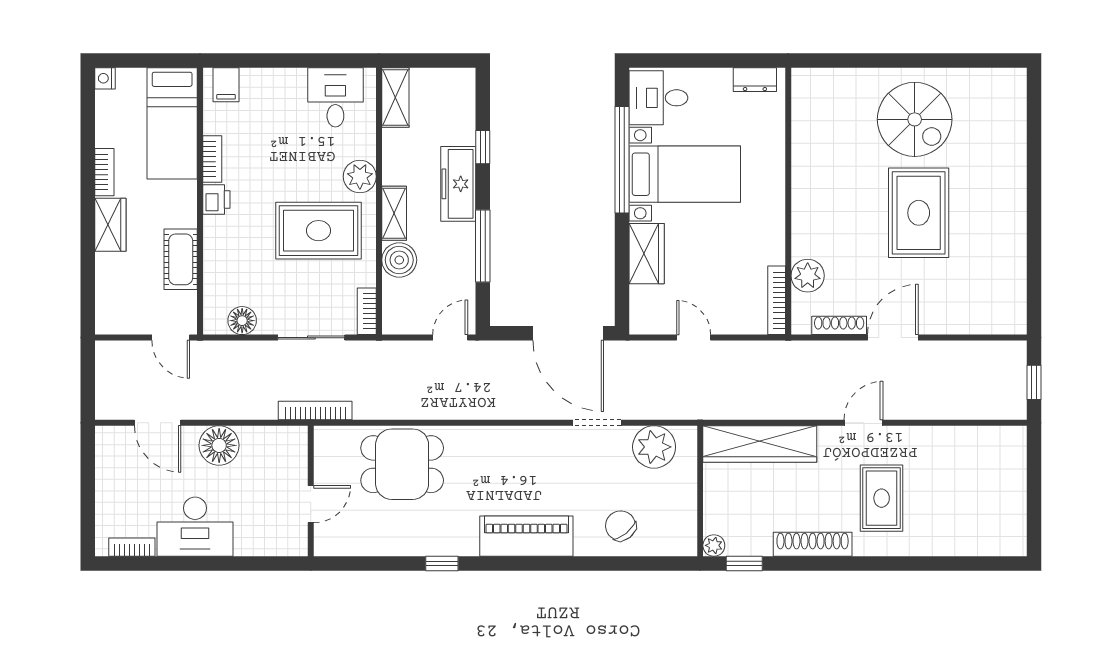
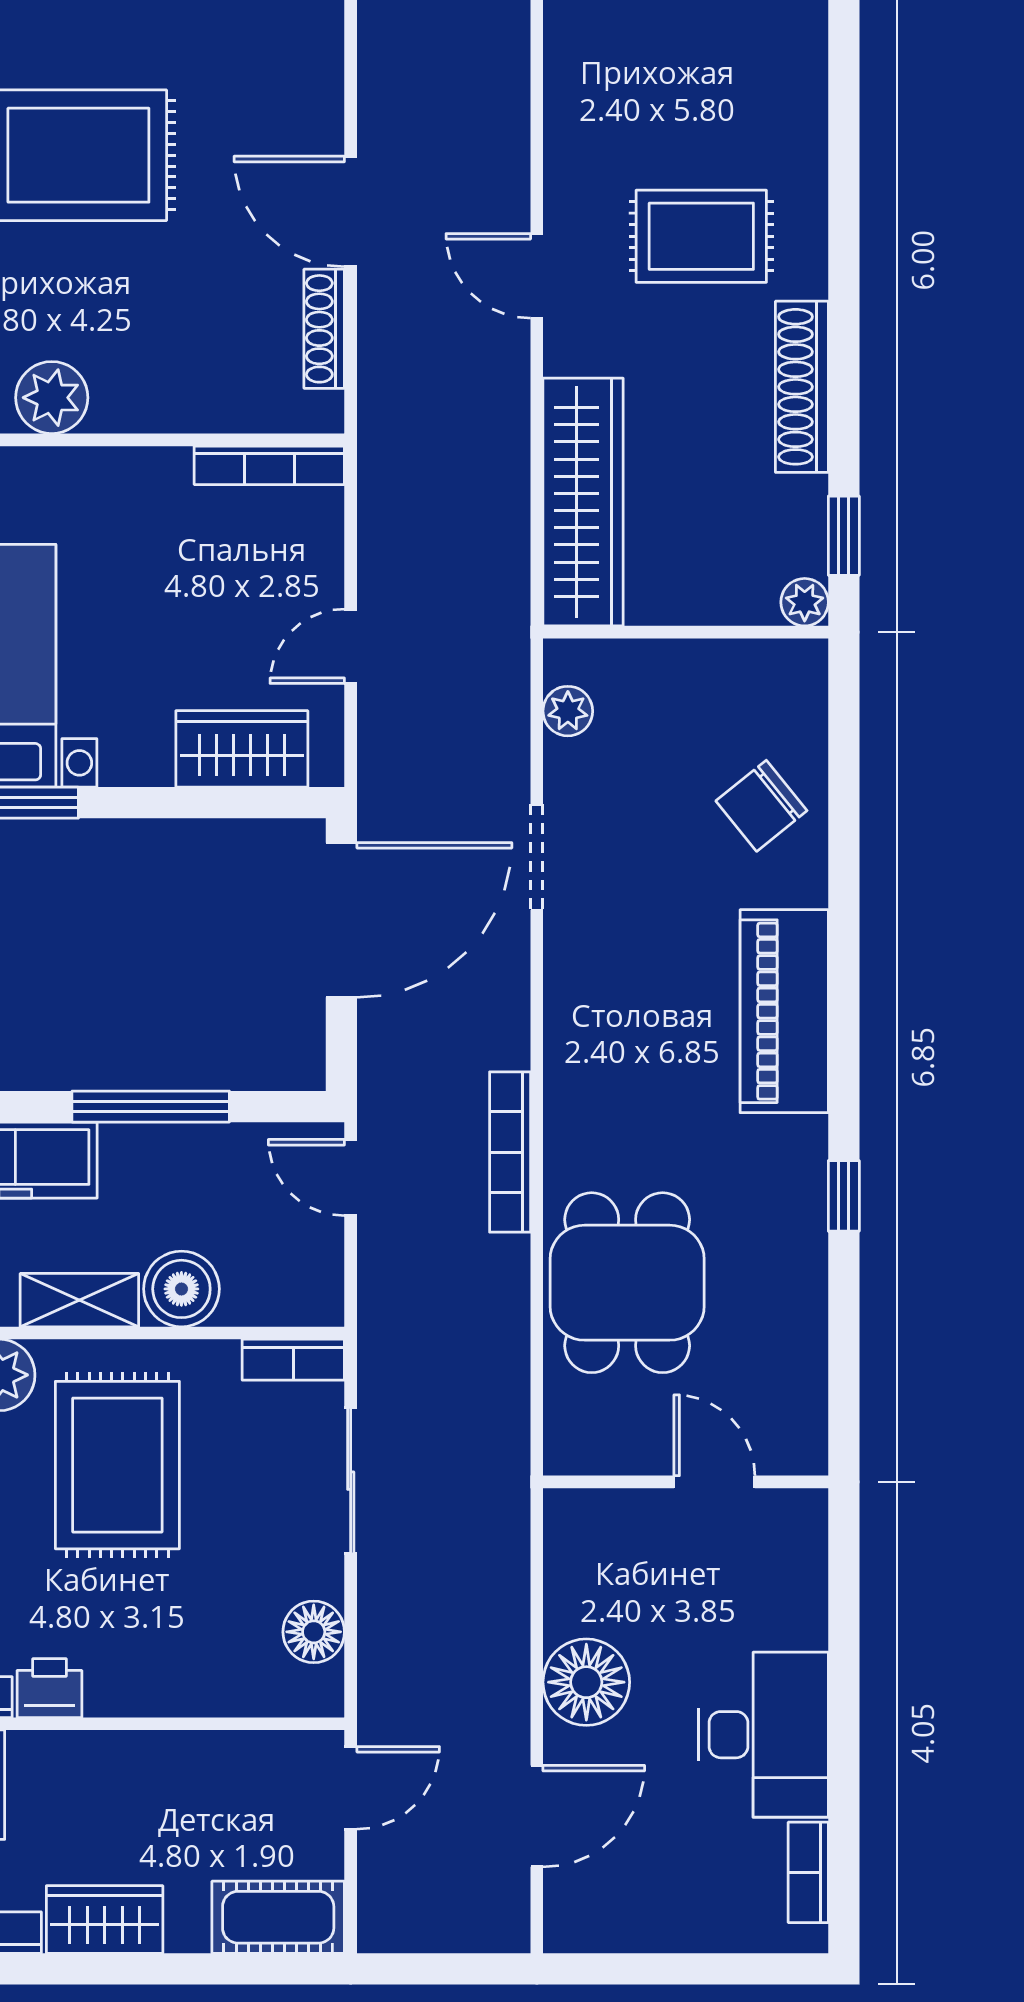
wardrobe: (647, 254) -> (242, 749), moved
cot: (181, 259) -> (278, 1917), moved
plant: (808, 276) -> (52, 398), moved
bookcase: (315, 411) -> (510, 1152), moved
plant: (654, 447) -> (568, 711), width x0.53, depth x0.53

